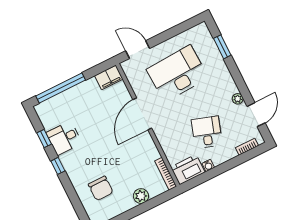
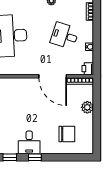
door: (142, 114) -> (53, 76), moved
desk: (64, 138) -> (29, 142), moved
printer: (188, 170) -> (88, 69), width x0.53, depth x0.68

